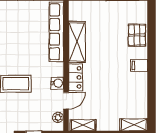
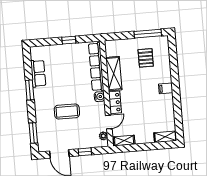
pallet: (137, 35) -> (146, 58), moved
water cooler: (57, 83) -> (99, 97), moved

